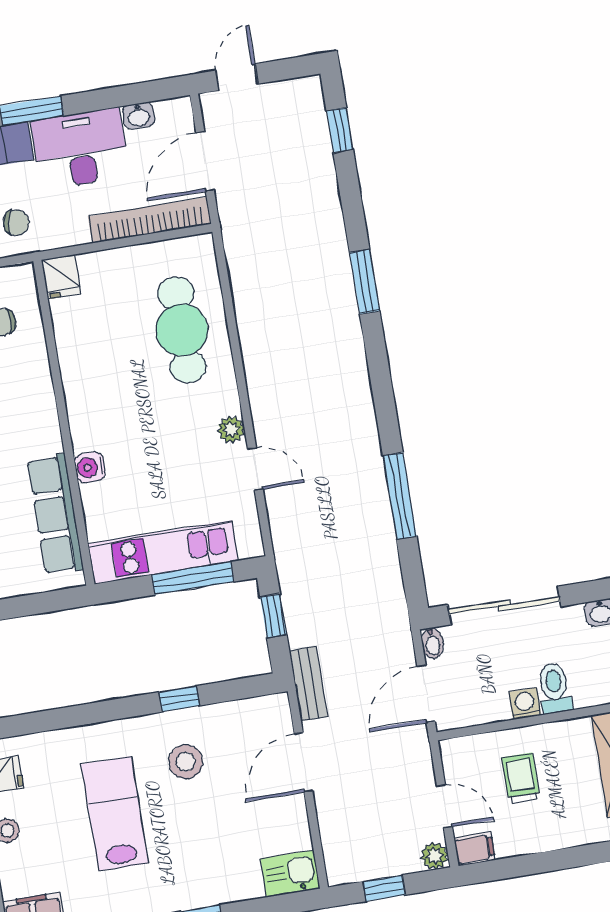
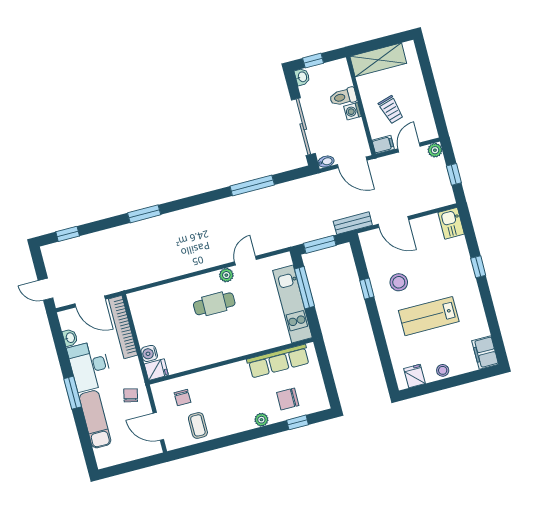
cafe table: (182, 330) -> (214, 304), moved, width x0.73, depth x0.74
water cooler: (90, 467) -> (149, 353), moved, turned 90
window: (273, 616) -> (320, 244), width x1.50
trolley: (521, 778) -> (391, 110), turned -106
filing cabinet: (475, 849) -> (383, 145), moved, turned 90

